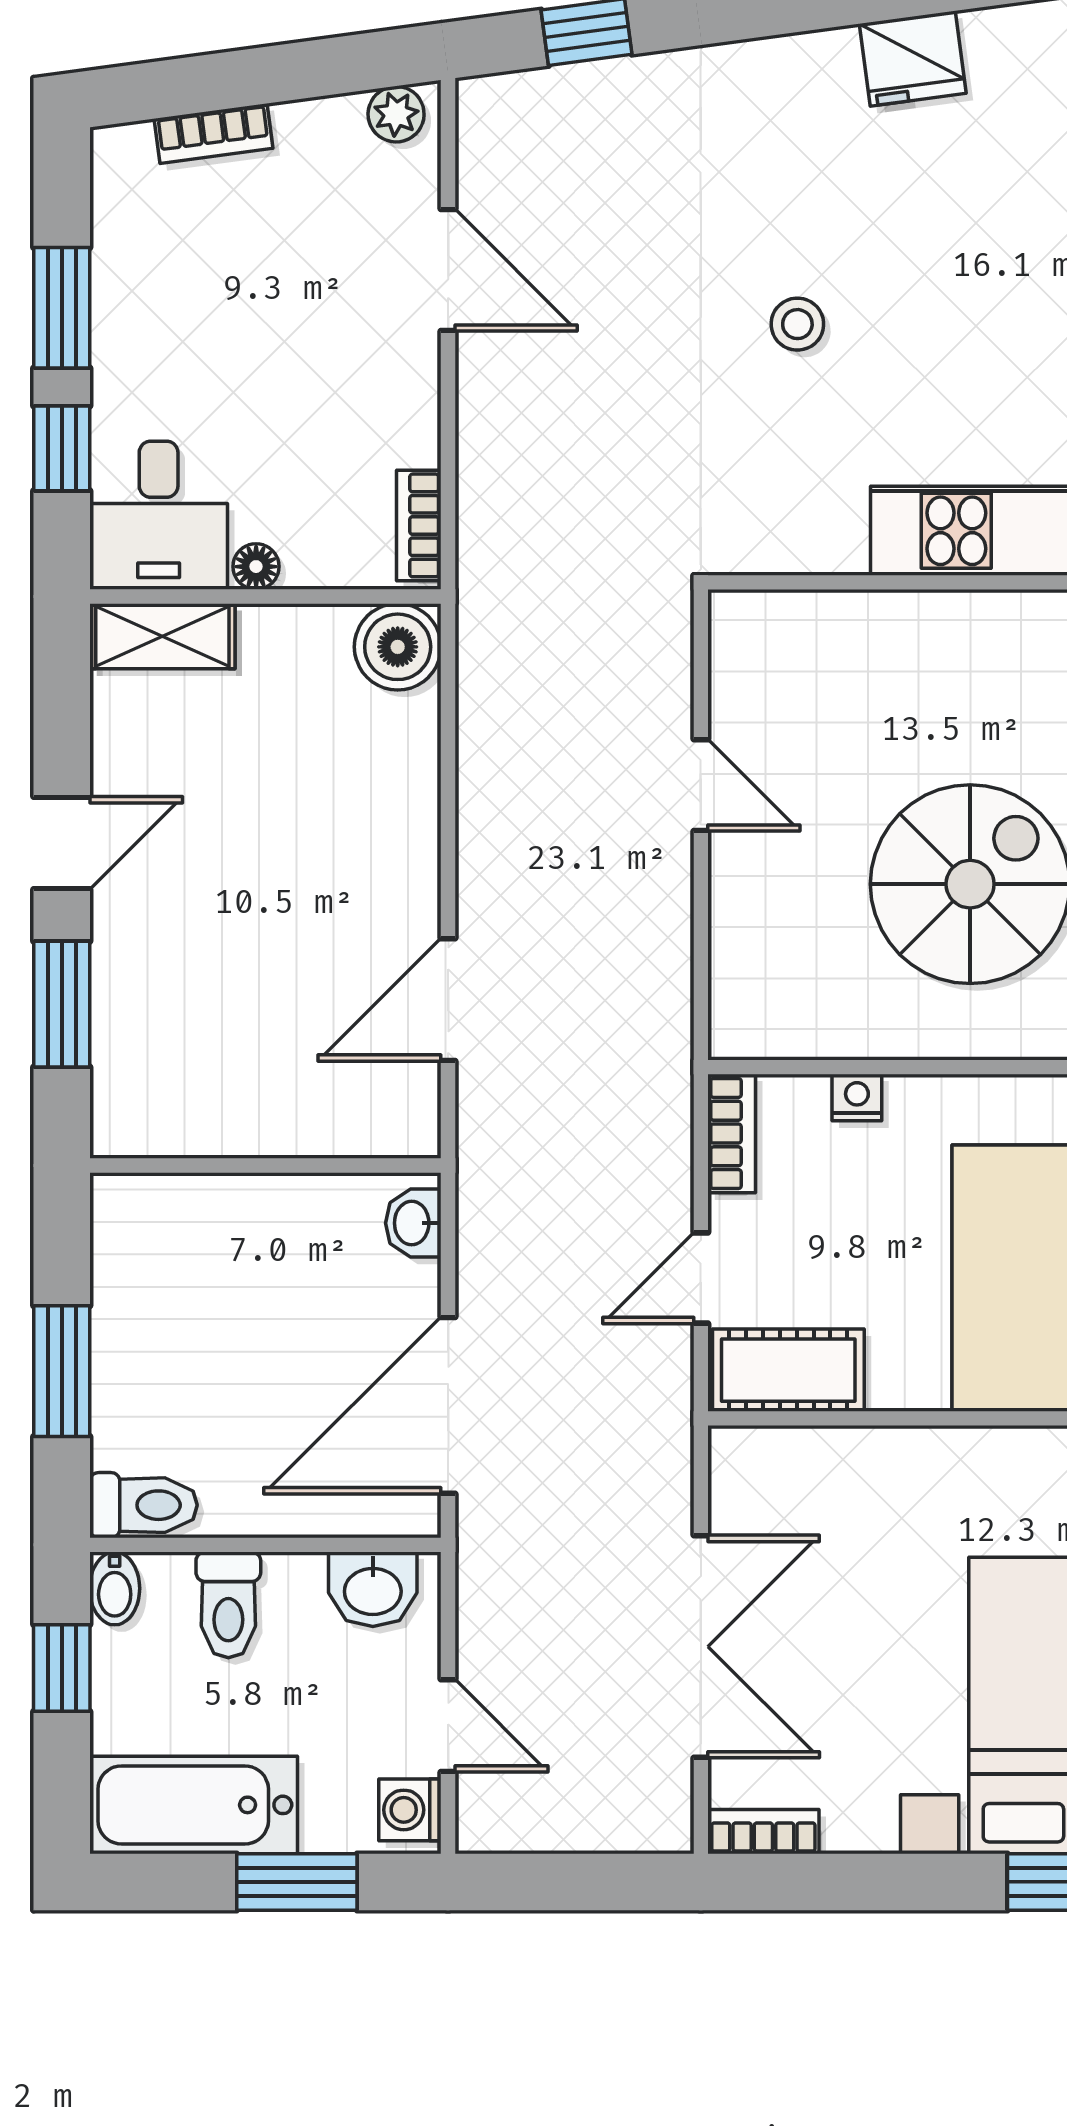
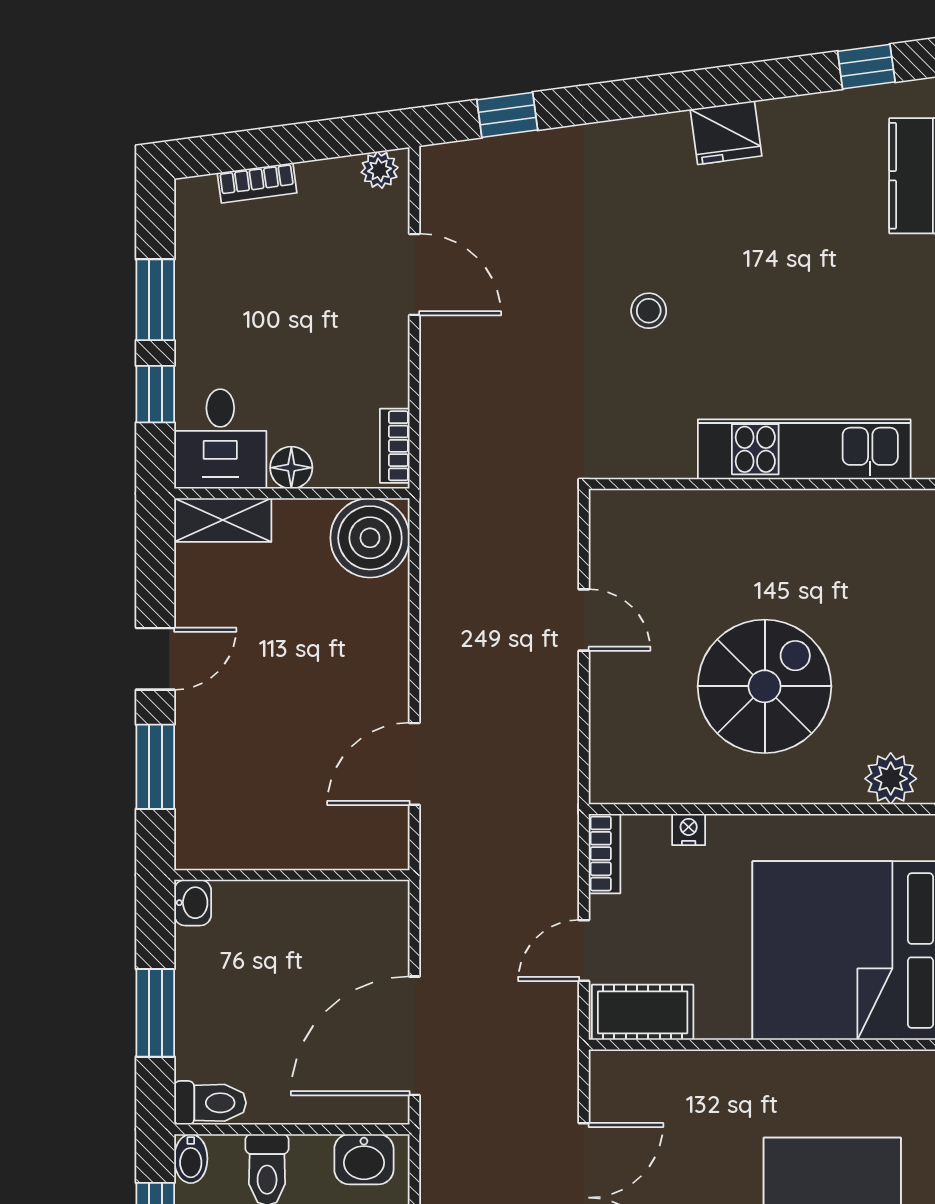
floor lamp: (256, 567) -> (291, 468), width x1.37, depth x1.37
boiler: (398, 647) -> (370, 538), width x1.37, depth x1.37
washbasin: (413, 1223) -> (193, 903), moved, turned 180

